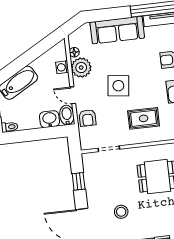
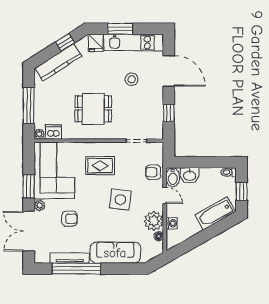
armchair: (88, 118) -> (153, 172), turned -90

